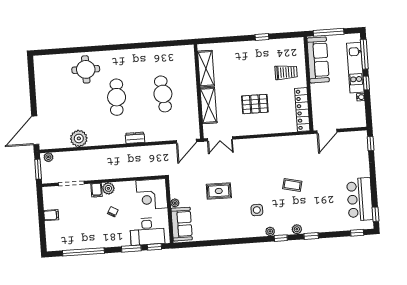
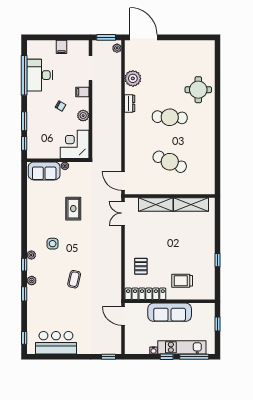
window: (329, 32) -> (218, 324), width x0.46
sofa: (318, 60) -> (170, 312), moved
trolley: (286, 72) -> (182, 281), turned 90
cafe table: (163, 94) -> (170, 162), turned 30
pallet: (255, 104) -> (141, 266), moved, width x0.67, depth x0.71
dresser: (135, 138) -> (130, 103), moved
plant: (108, 188) -> (83, 116), moved
window: (376, 214) -> (41, 357), removed
desk: (147, 231) -> (39, 75), moved

